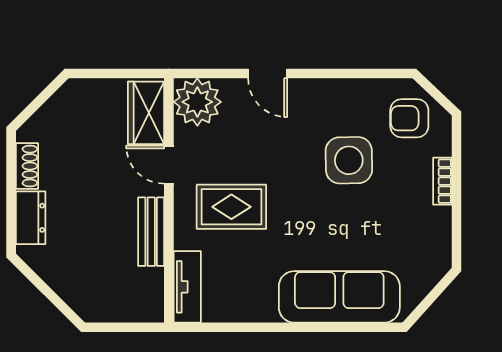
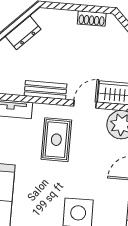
dresser: (31, 218) -> (23, 33), moved, turned -45

